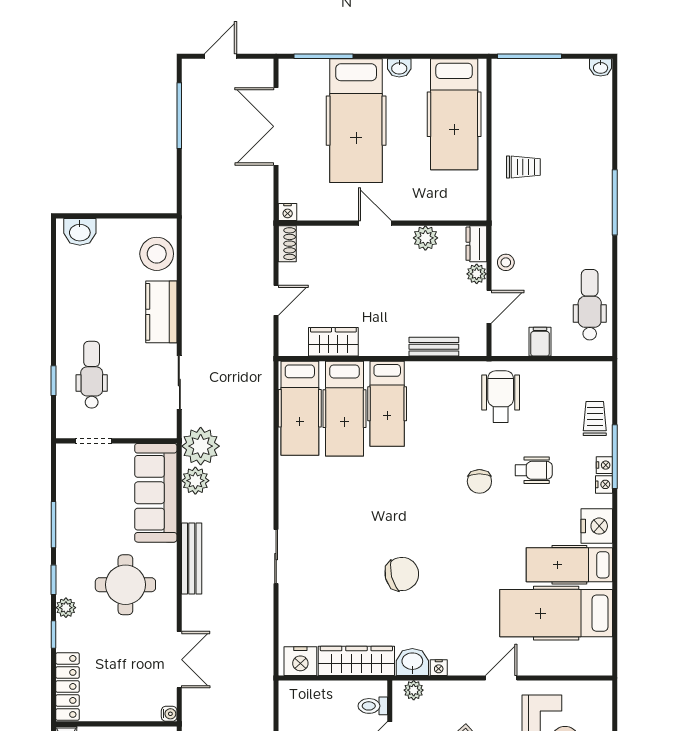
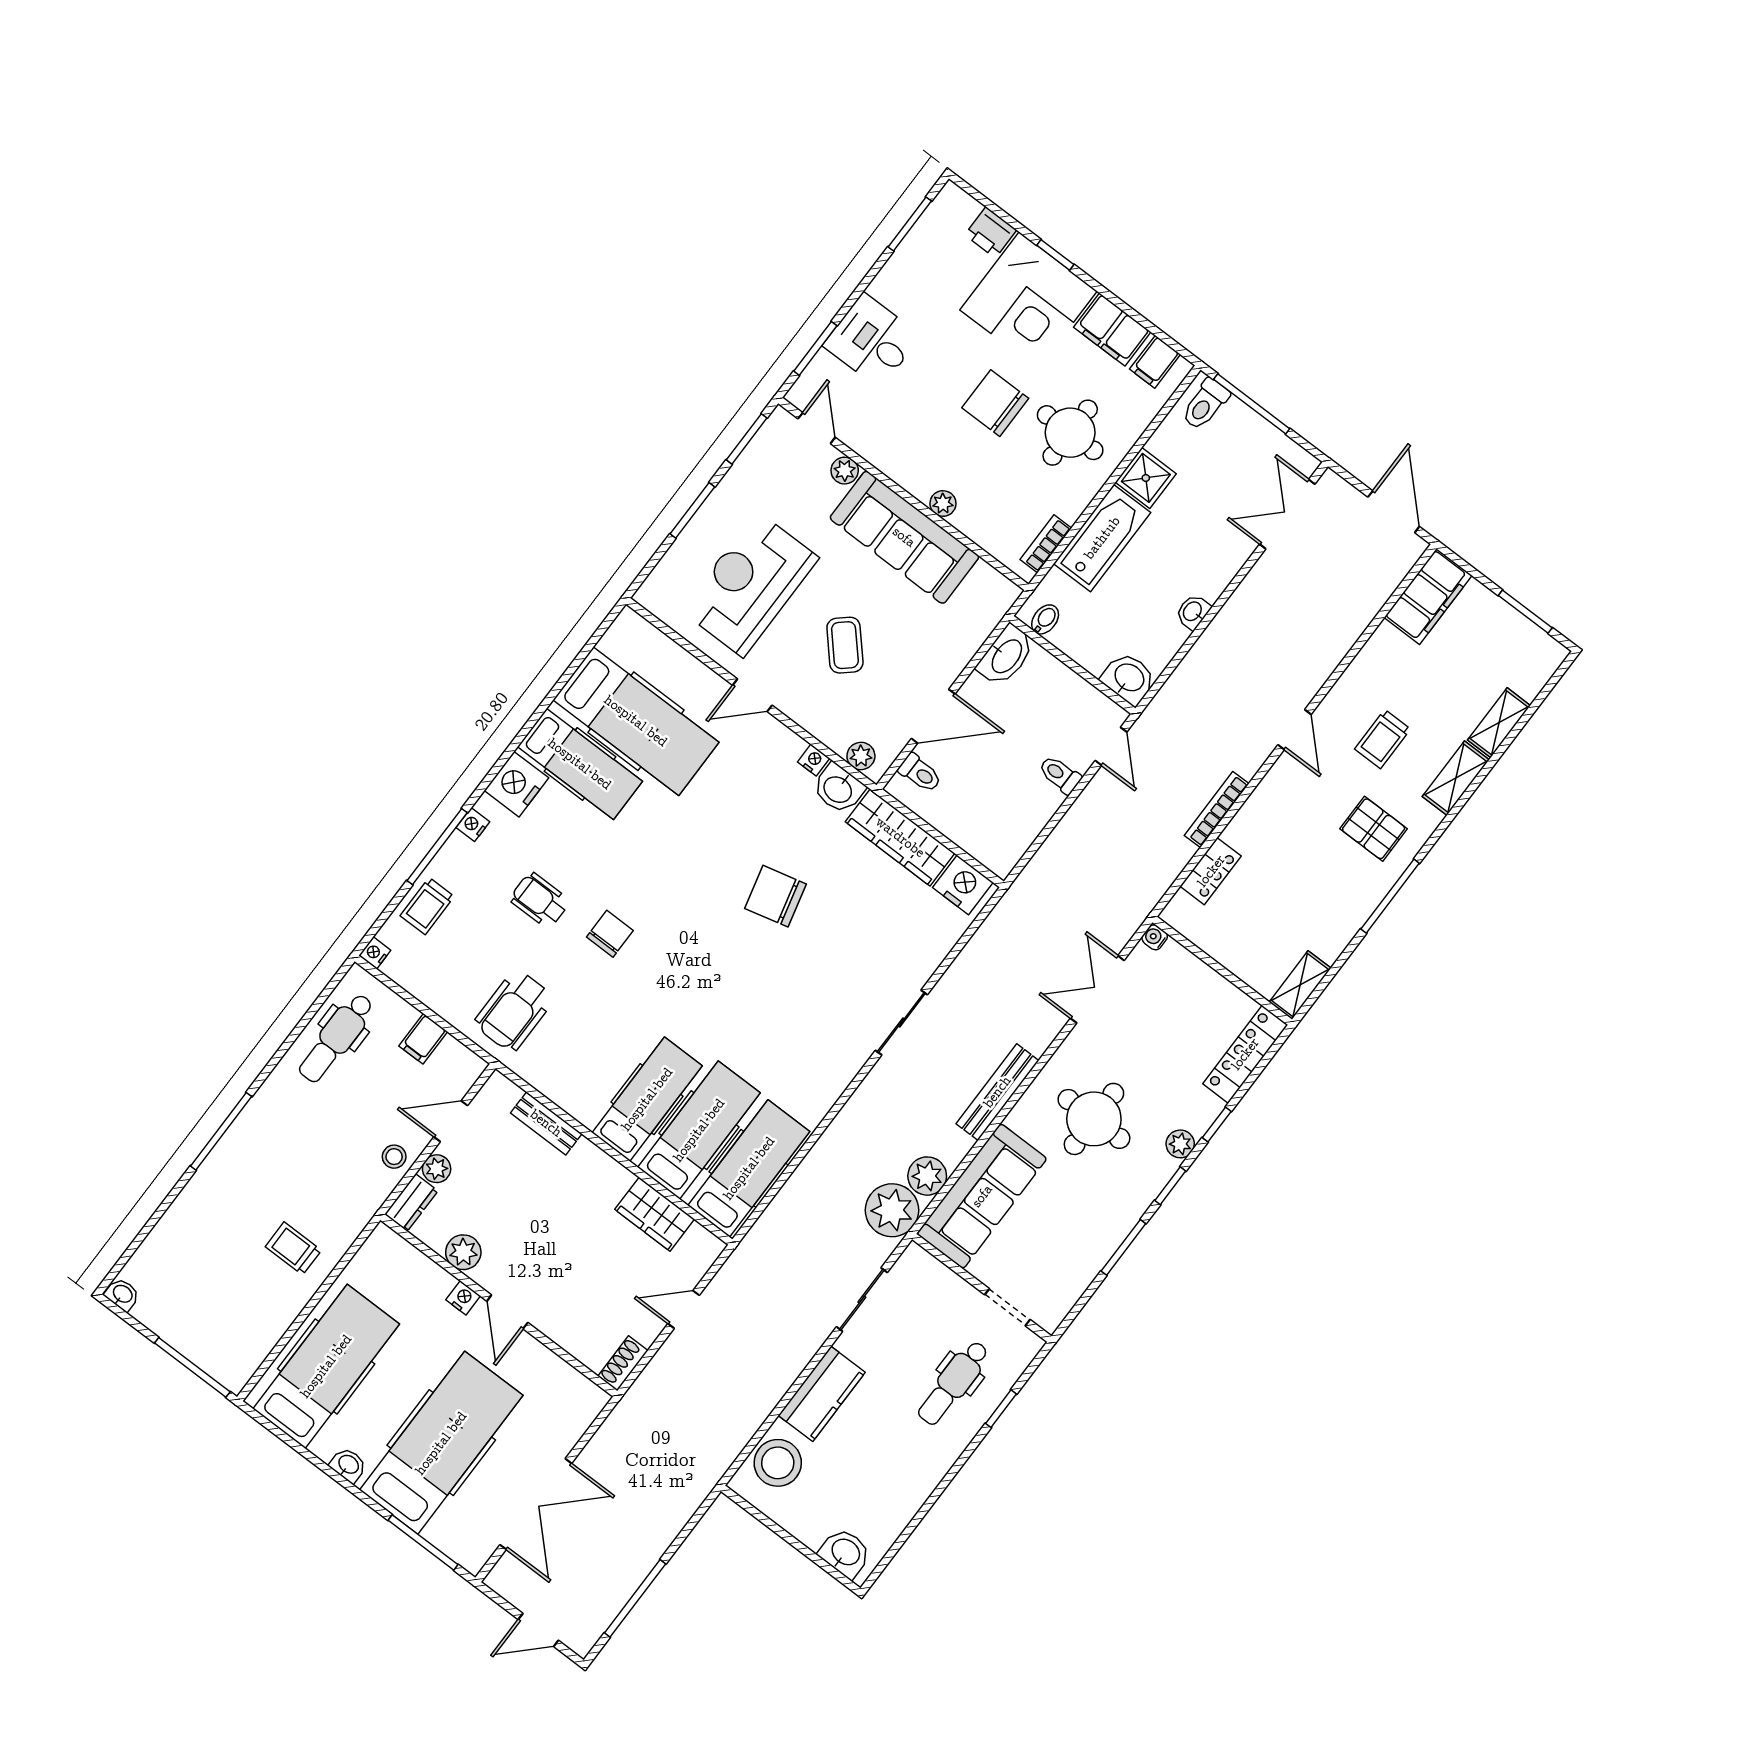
nightstand: (288, 212) -> (463, 1298), moved
nightstand: (604, 465) -> (375, 953), moved

